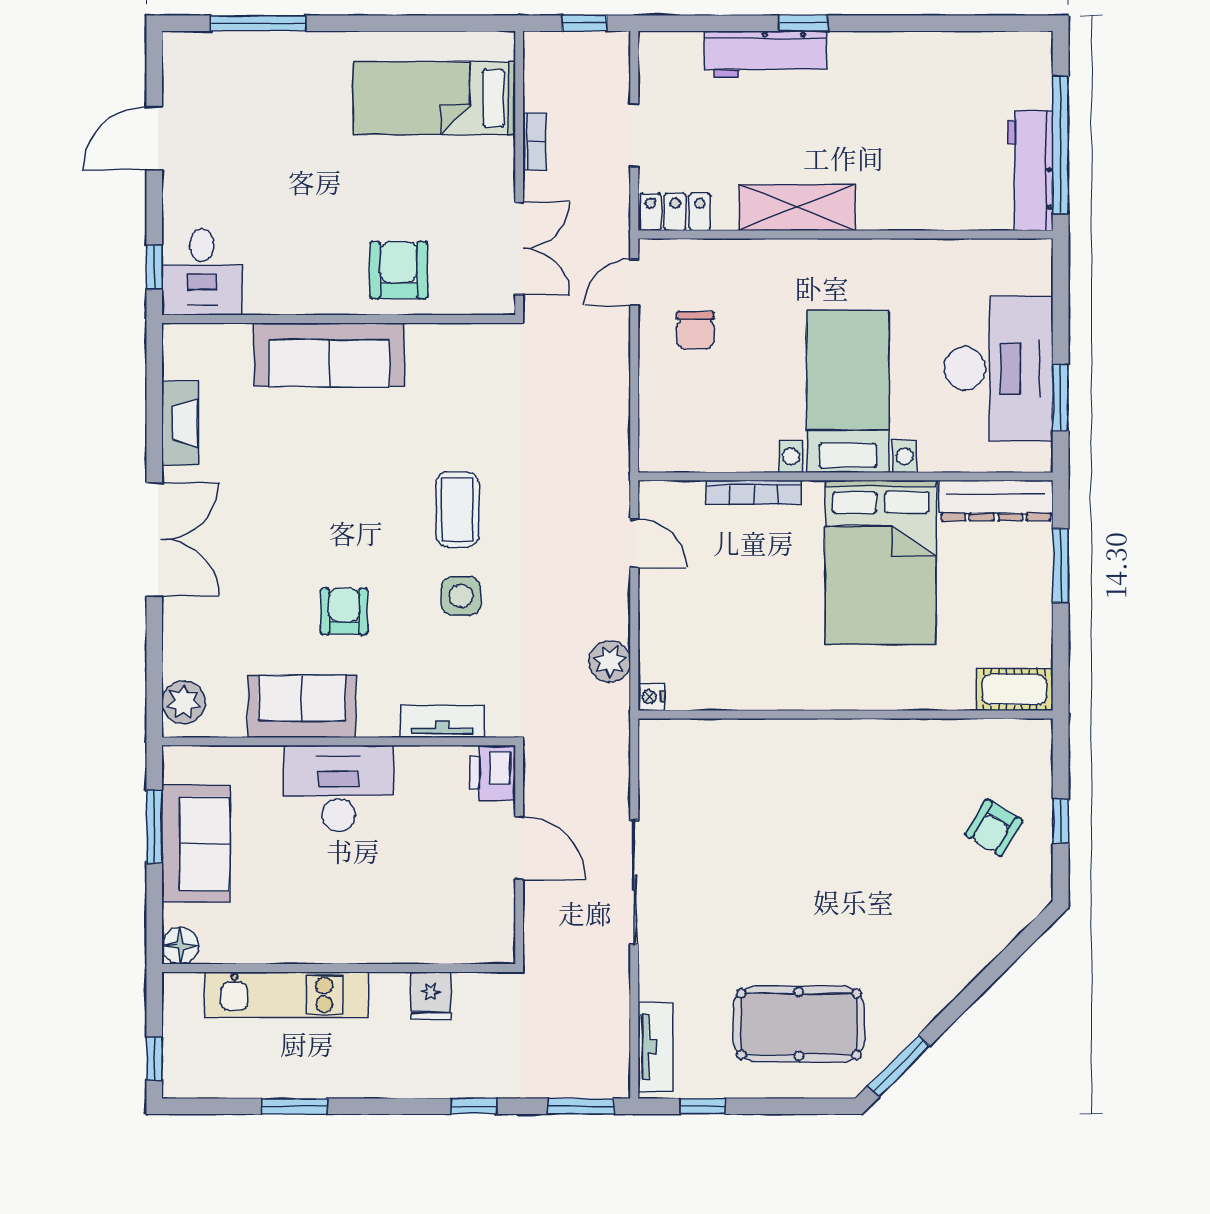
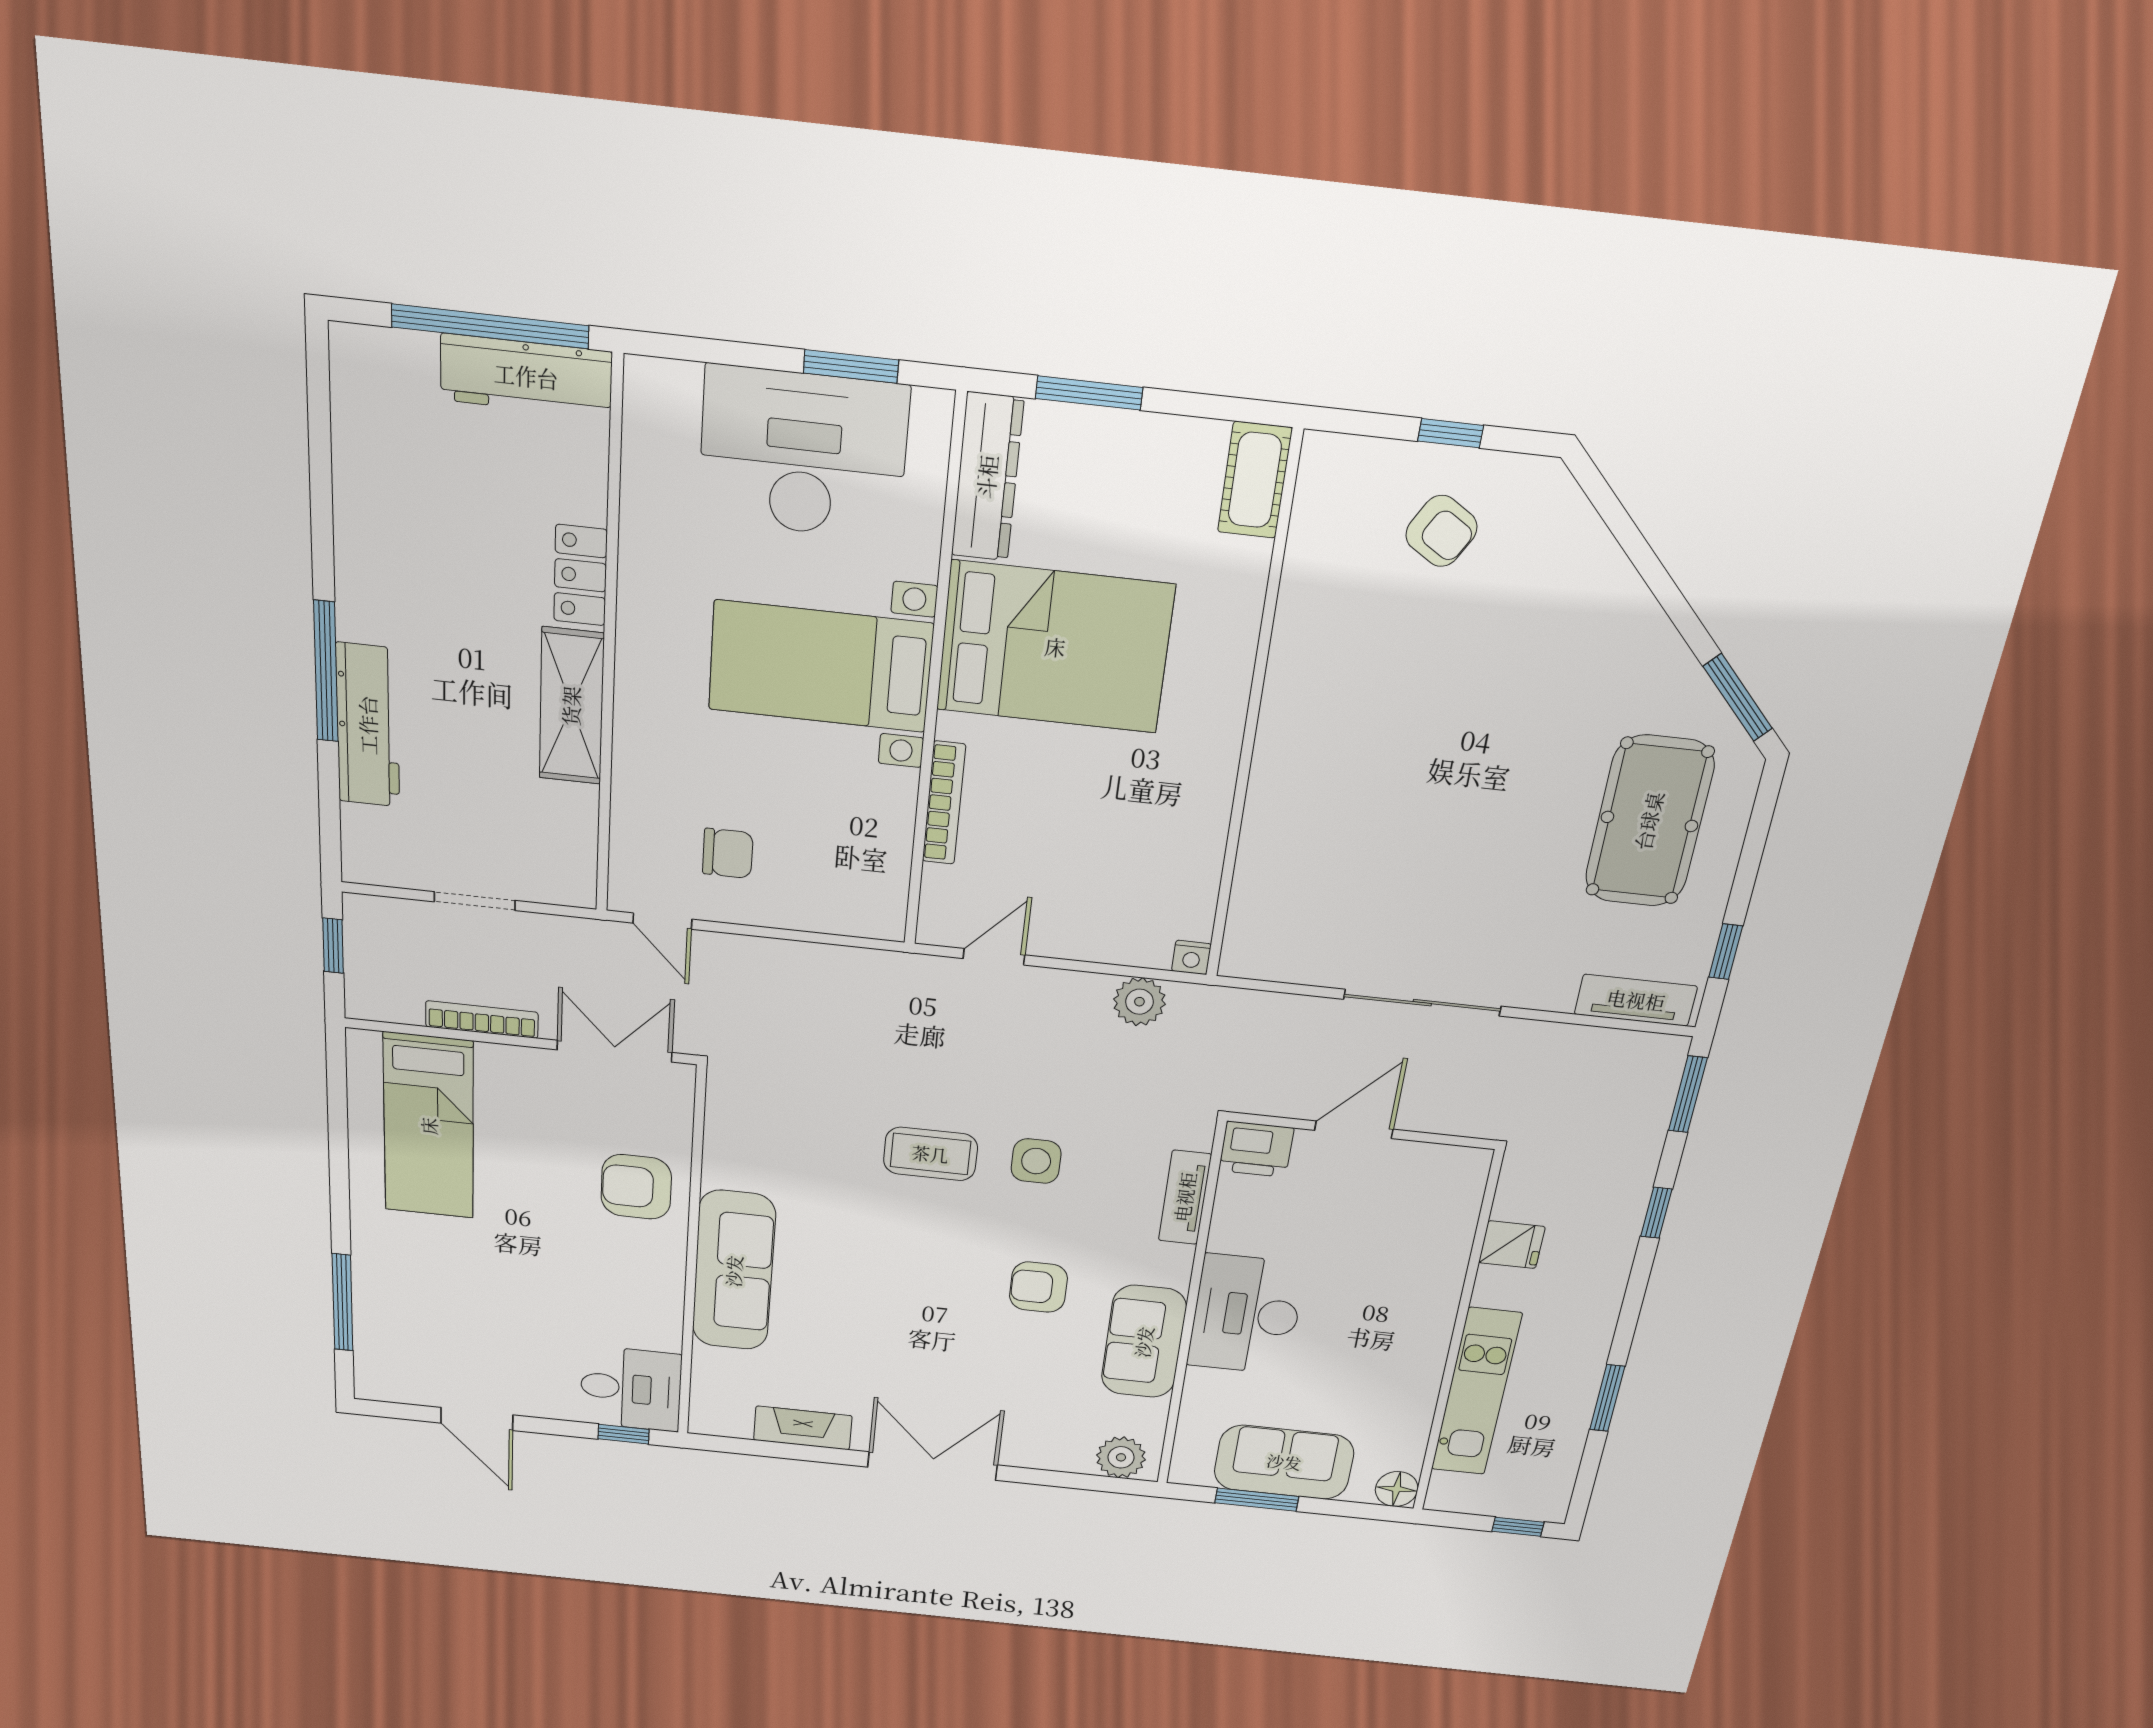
window: (803, 23) -> (326, 672), width x2.17
bookcase: (534, 141) -> (482, 1020), width x1.56
locker: (675, 212) -> (580, 575), moved

